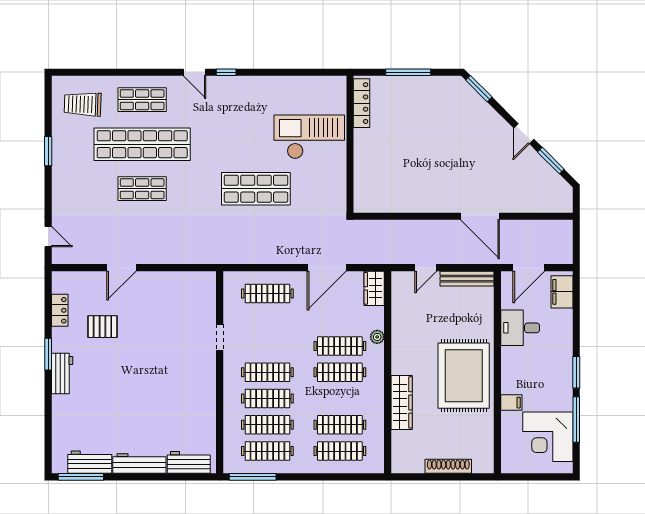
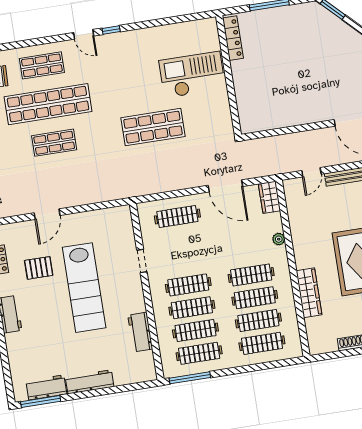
door: (327, 268) -> (225, 186), hinge flipped
clothes rail: (340, 346) -> (255, 298), moved
lab bench: (150, 357) -> (84, 288), added
workbench: (189, 462) -> (140, 332), moved, turned -90

